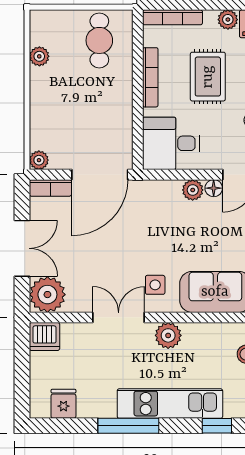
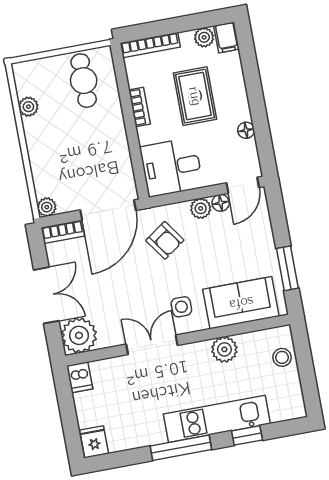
bookcase: (150, 77) -> (140, 107), width x0.64
armchair: (151, 215) -> (165, 240), added
plant: (168, 335) -> (224, 349), moved
dishwasher: (44, 336) -> (80, 377), width x0.73
fridge: (63, 404) -> (94, 442), moved
window: (217, 426) -> (247, 435), moved

